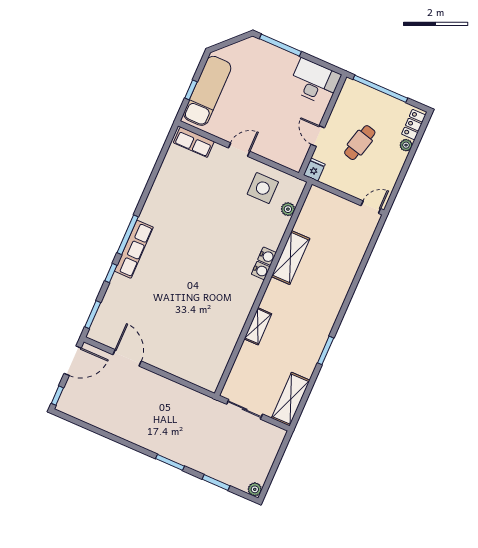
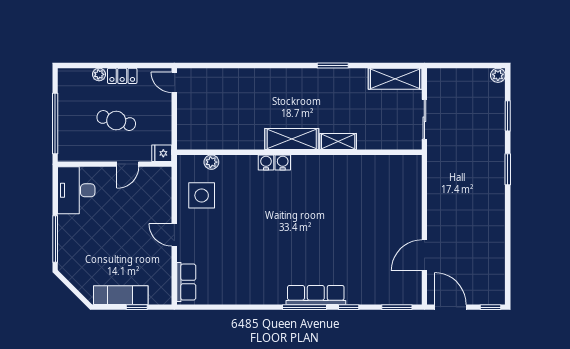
exam couch: (207, 91) -> (121, 295), width x0.73, depth x0.69
locker: (414, 125) -> (122, 76), moved
shelving: (291, 258) -> (292, 139), moved

